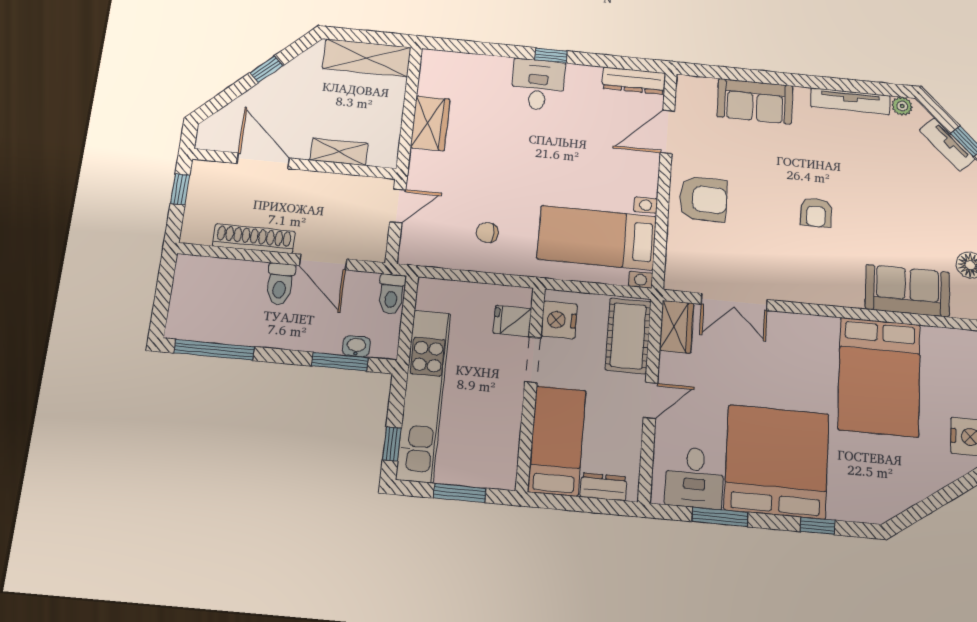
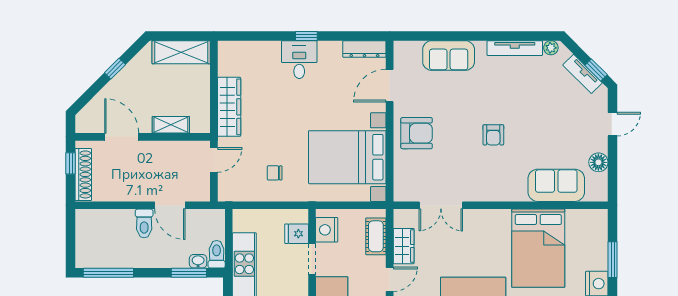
wardrobe: (430, 123) -> (229, 107), width x1.50
bed with nightstands: (597, 238) -> (347, 157), width x1.36
shoe rack: (254, 239) -> (83, 174), moved, turned 90
toilet: (391, 294) -> (217, 254), moved, turned 180
wardrobe: (676, 327) -> (404, 246), moved
cot: (628, 336) -> (376, 236), width x0.73, depth x0.75

